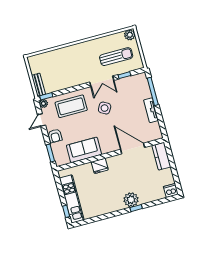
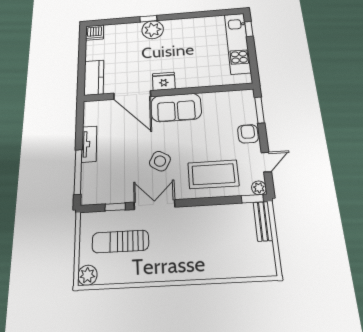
sofa: (84, 150) -> (176, 108), moved
fridge: (100, 166) -> (164, 81), moved

